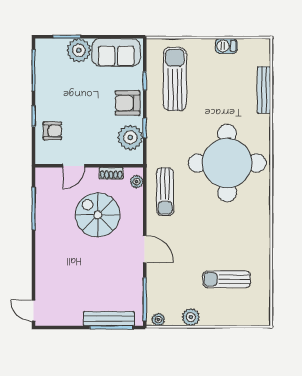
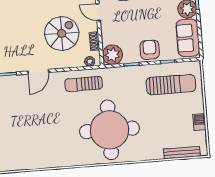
bench: (264, 90) -> (182, 153), moved
plant: (130, 137) -> (112, 55), moved
sun lounger: (227, 279) -> (20, 137), removed

